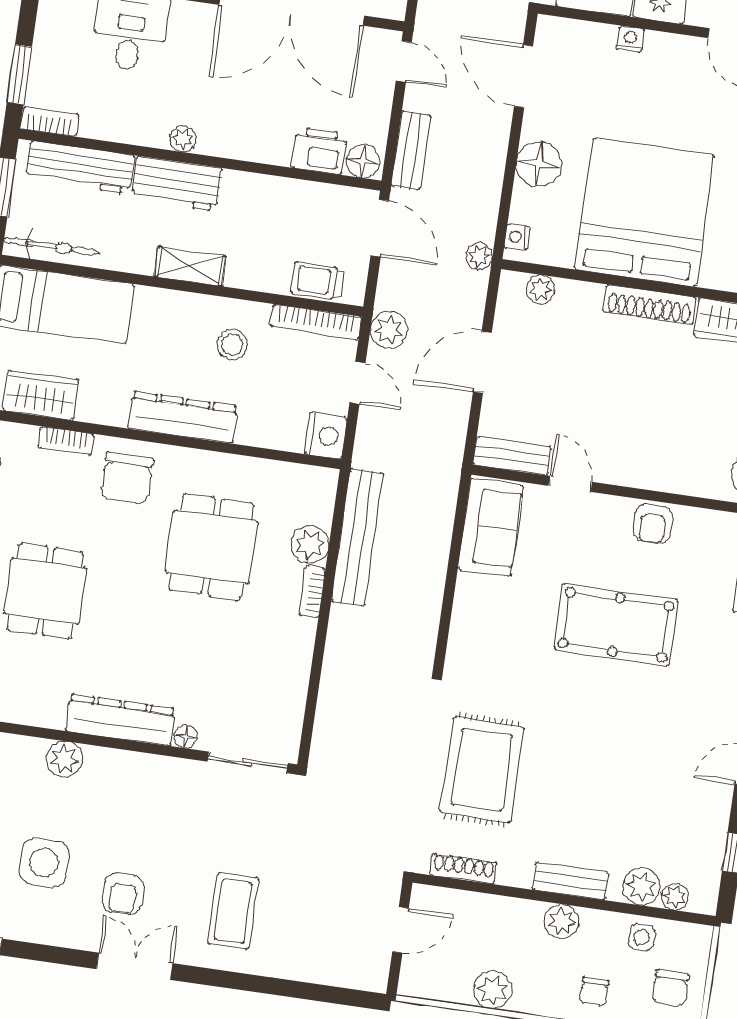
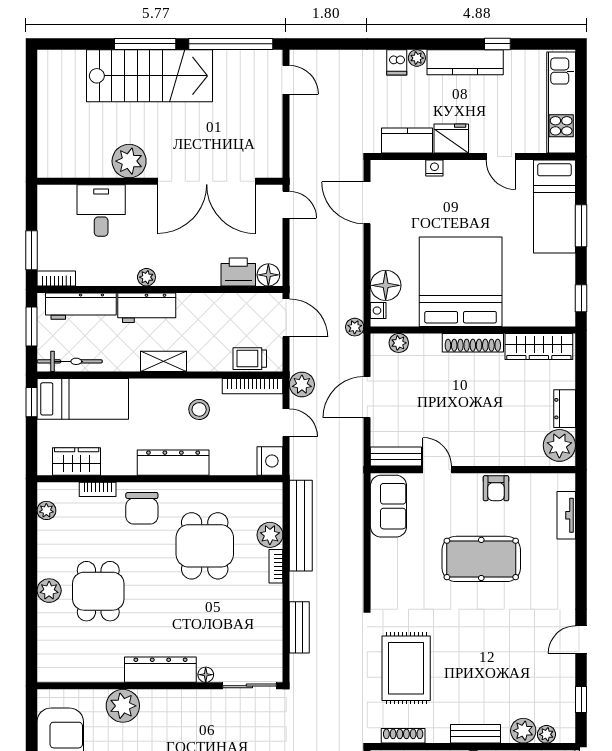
bench: (411, 150) -> (299, 627), moved
floor lamp: (539, 164) -> (386, 285), moved
plant: (65, 759) -> (123, 706), width x1.36, depth x1.36

